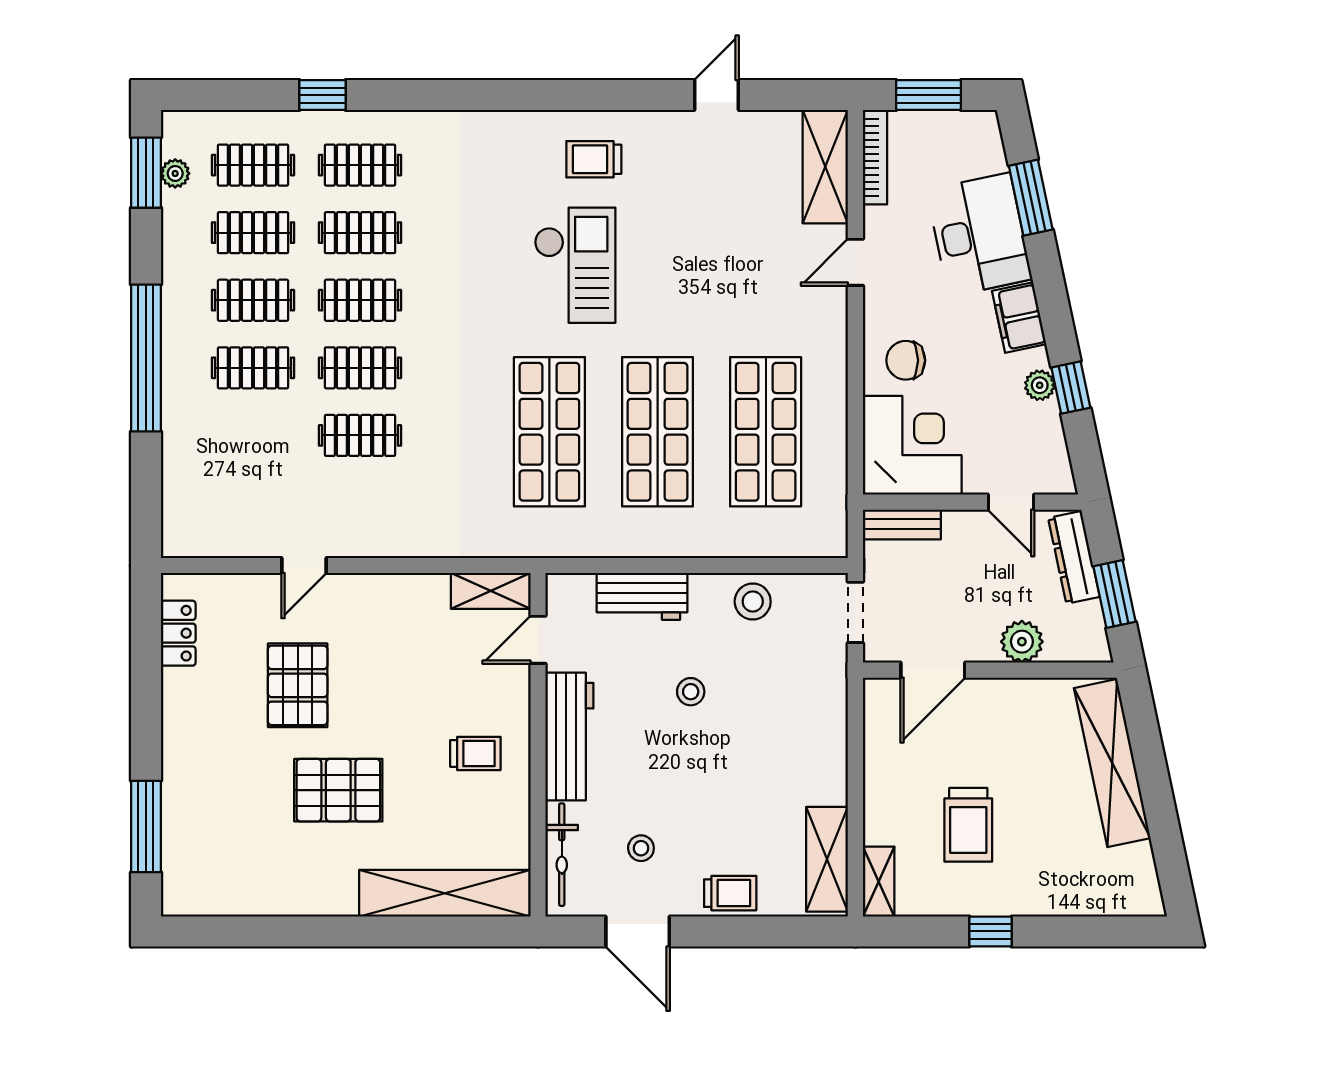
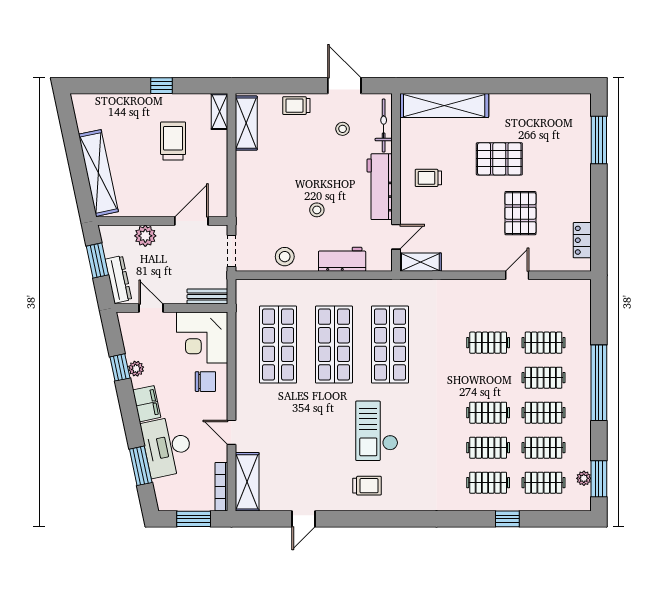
door: (855, 262) -> (232, 432), swing flipped
clothes rail: (360, 368) -> (544, 343), moved

